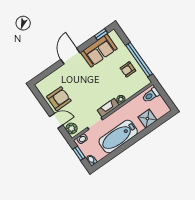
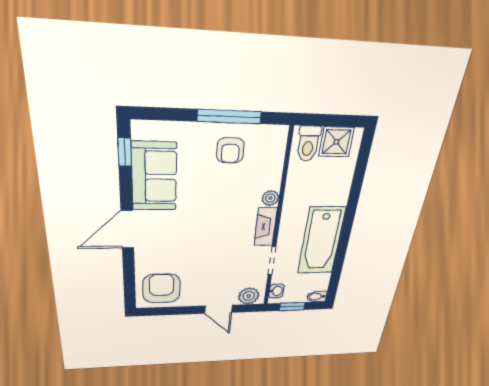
door: (70, 56) -> (127, 230), hinge flipped
window: (139, 60) -> (229, 117), width x0.68
armchair: (59, 99) -> (161, 288), moved
shower: (147, 119) -> (336, 142), moved
door: (56, 121) -> (219, 309), swing flipped

